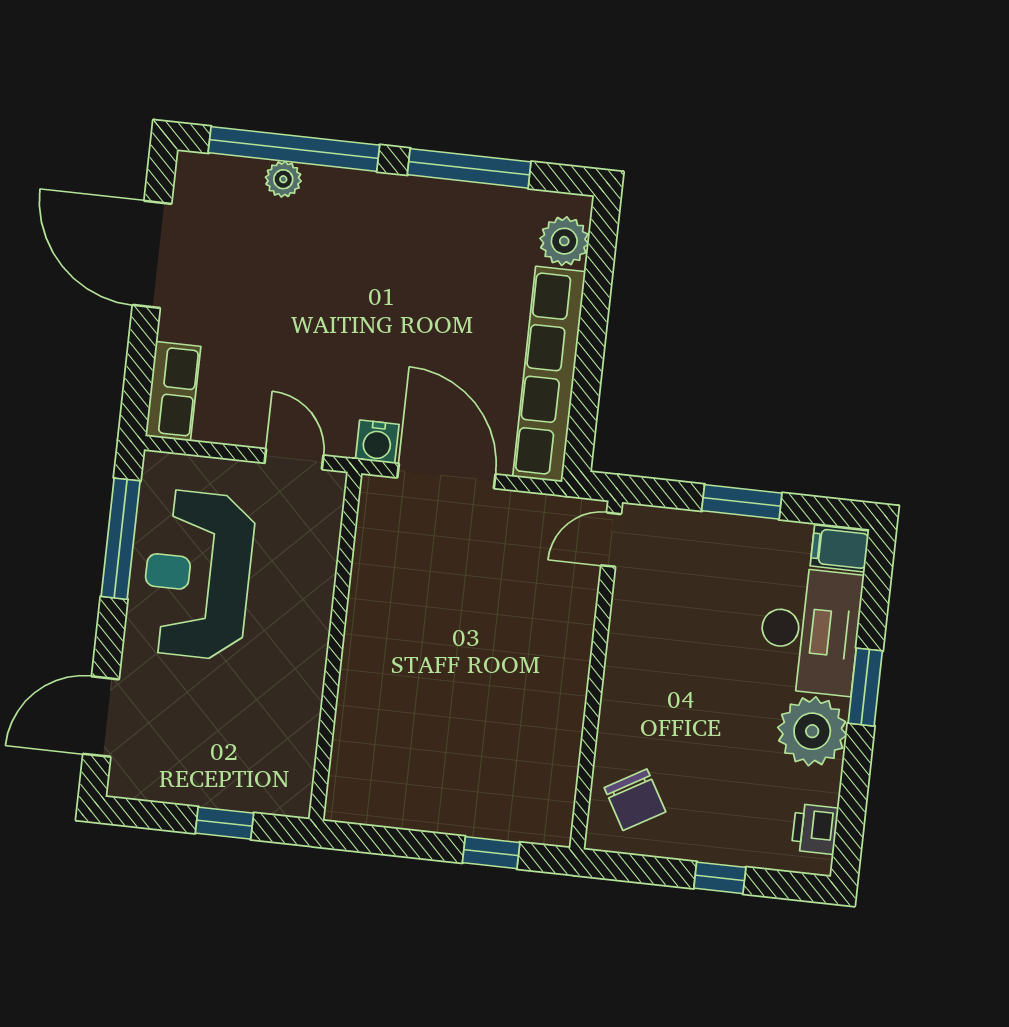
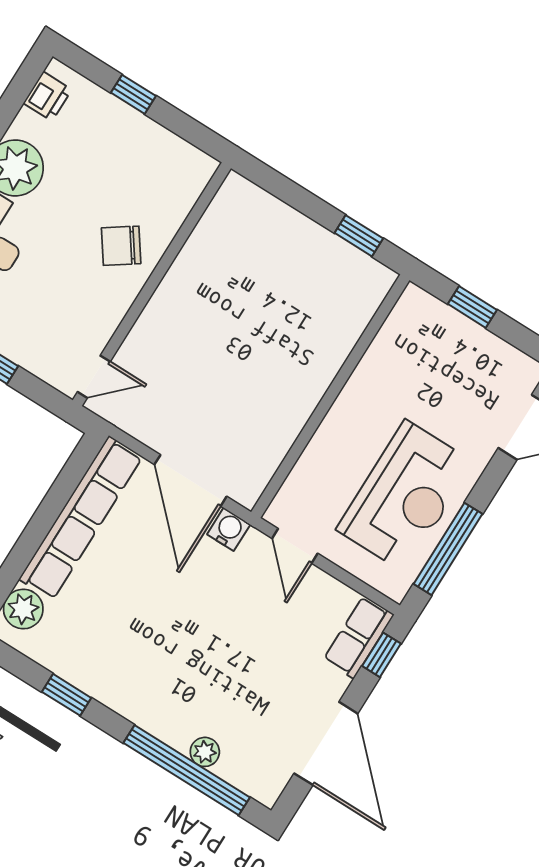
window: (469, 168) -> (67, 695), width x0.46
window: (138, 384) -> (382, 655), added
chair: (635, 800) -> (121, 246), moved, turned -95
window: (491, 853) -> (359, 236), moved

